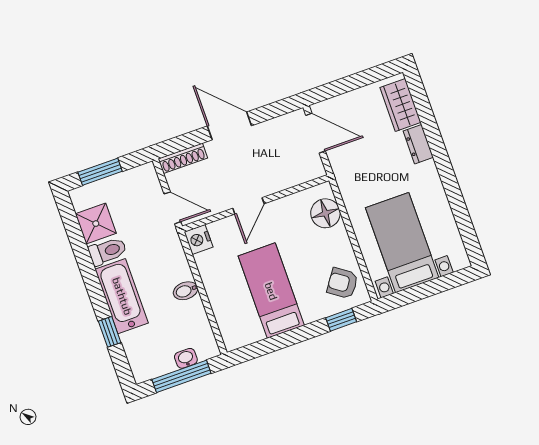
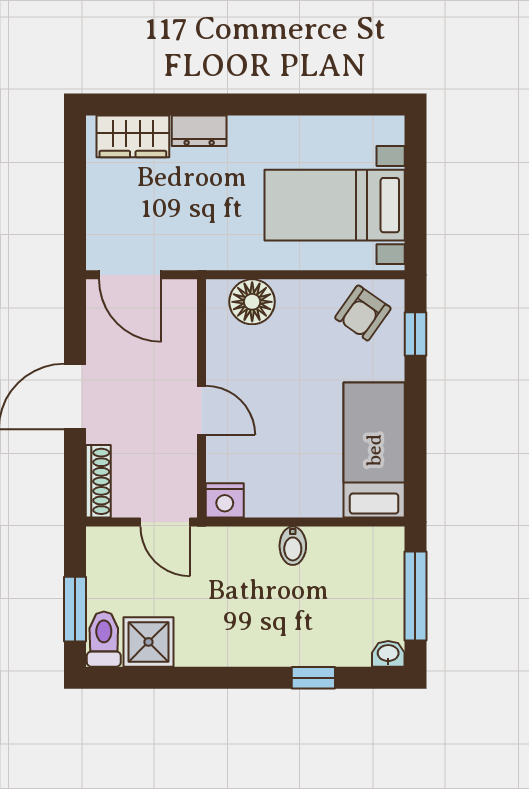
door: (316, 133) -> (130, 275), swing flipped
door: (172, 208) -> (165, 522), swing flipped
toilet: (108, 251) -> (104, 639), moved
bed: (271, 291) -> (374, 450), moved, turned 90
bathtub: (122, 296) -> (268, 642), removed
washbasin: (186, 358) -> (388, 654), moved, turned 90

